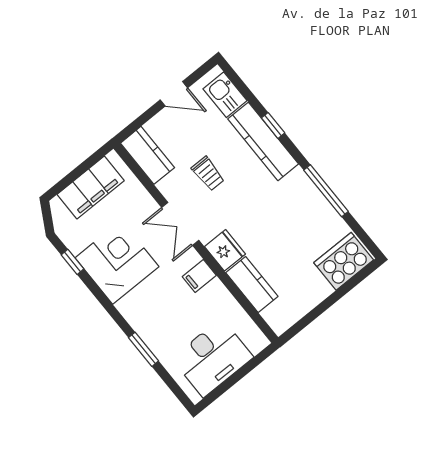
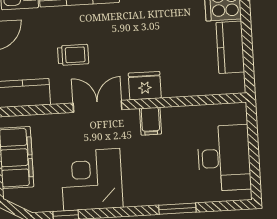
double door: (180, 224) -> (97, 106), swing flipped
kitchen counter: (252, 284) -> (230, 47), moved, turned -90

